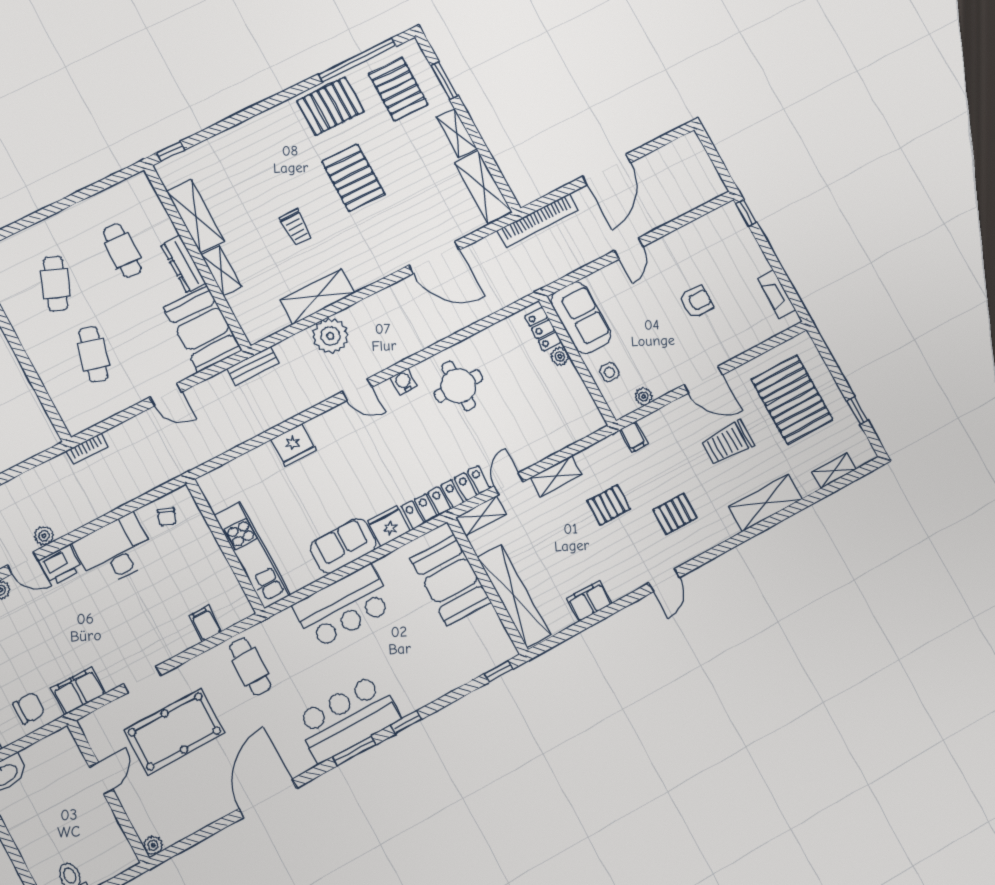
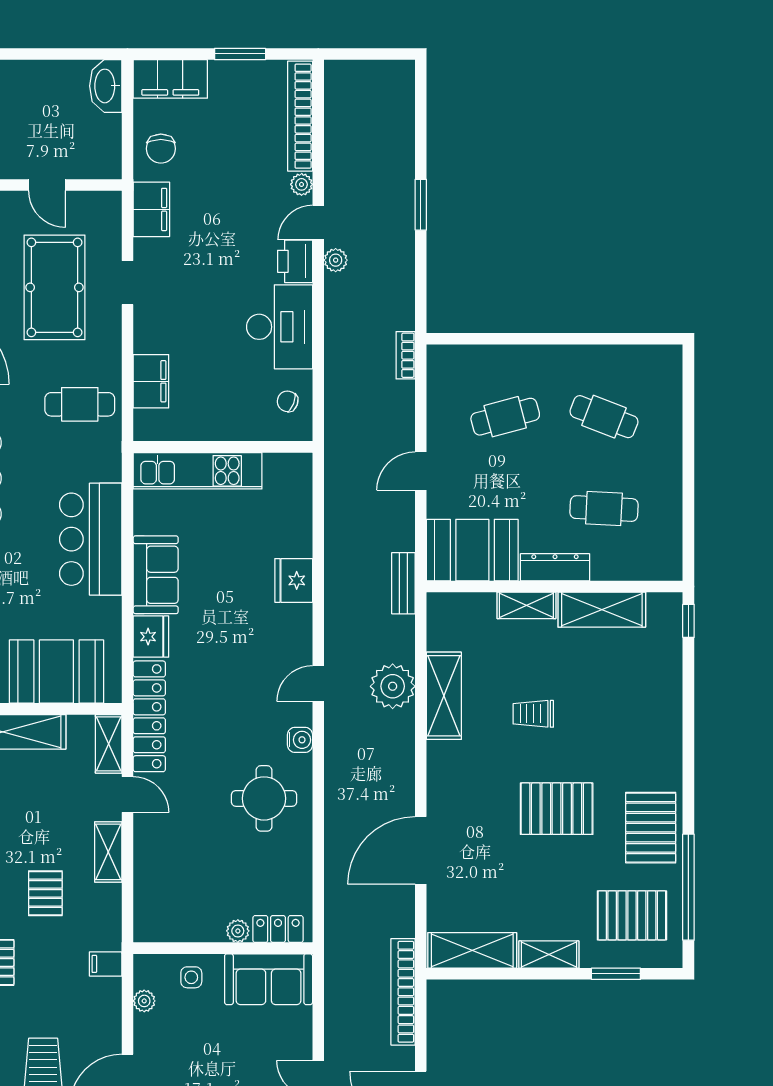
cafe table: (94, 354) -> (505, 417), turned -30
filing cabinet: (205, 624) -> (151, 381), width x2.00

